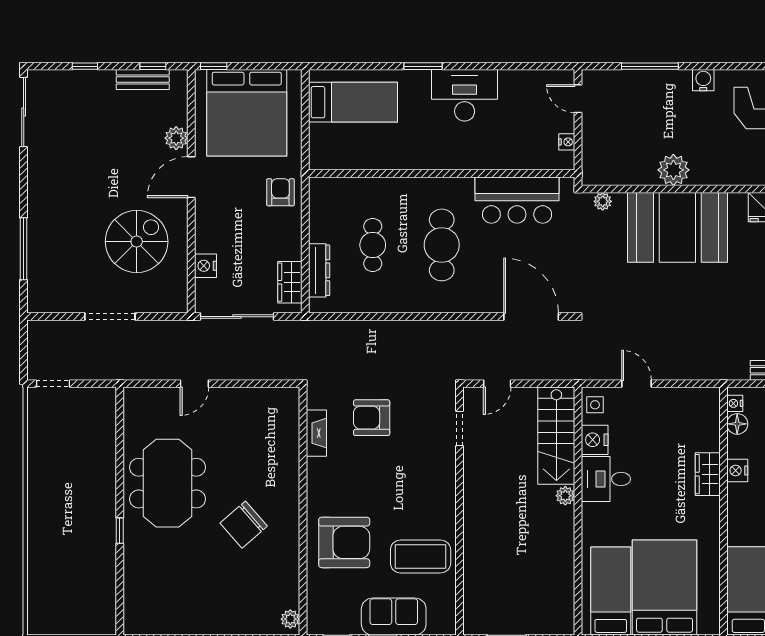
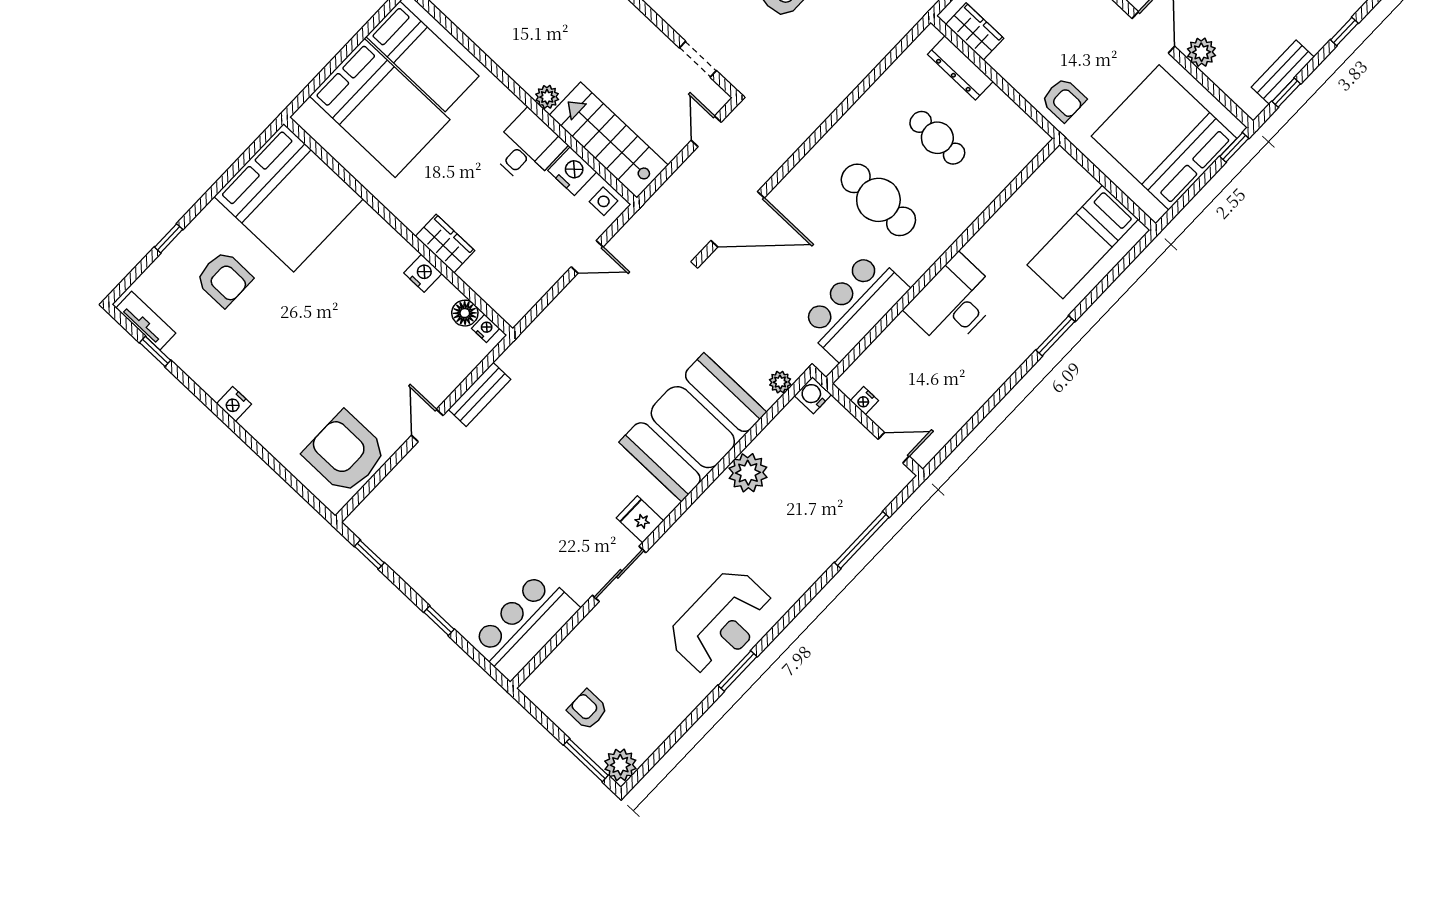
water cooler: (703, 80) -> (813, 395), moved, turned 180
desk: (465, 95) -> (953, 302), moved, turned 180

